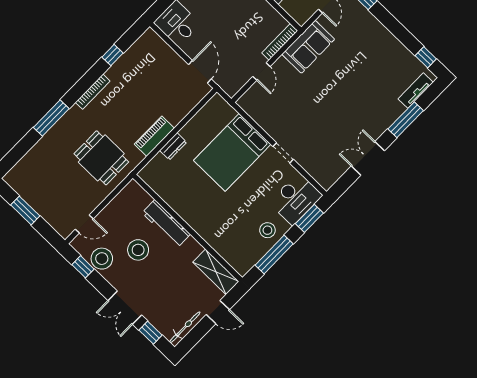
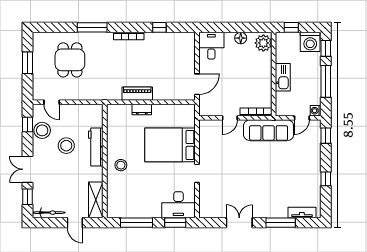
sofa: (308, 47) -> (269, 130), width x1.36
window: (426, 57) -> (326, 179), moved
dining table: (101, 158) -> (70, 60), moved
stool: (267, 230) -> (121, 165), moved

